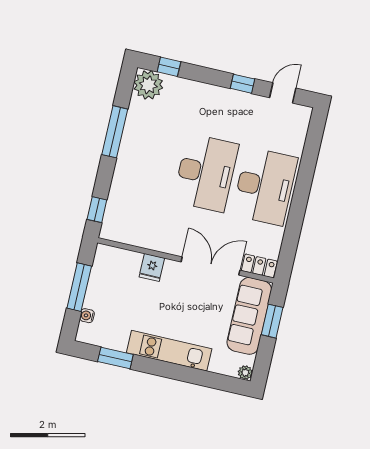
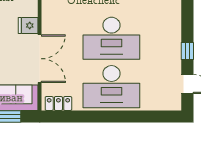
locker: (259, 266) -> (58, 104), moved, turned -90
fridge: (152, 267) -> (28, 25), moved

